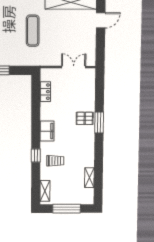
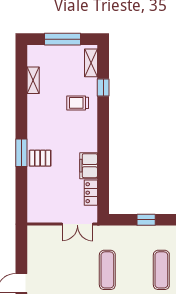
double door: (74, 67) -> (77, 224), moved
filing cabinet: (47, 131) -> (89, 166), moved
window: (36, 155) -> (103, 88), moved

